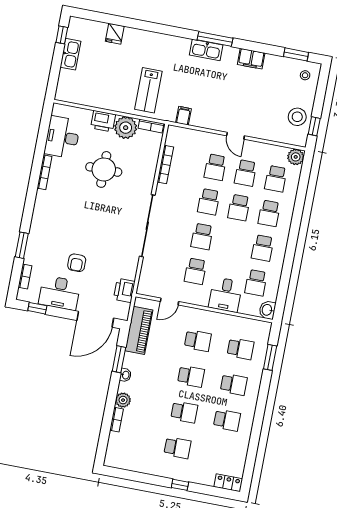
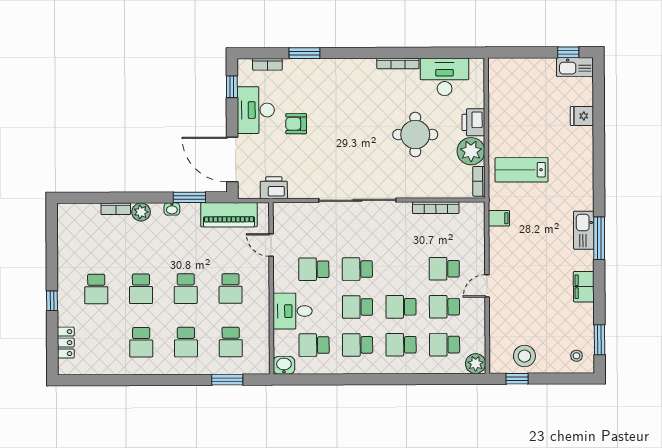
kitchen sink: (70, 54) -> (575, 67), moved
school desk: (209, 202) -> (357, 307), moved
locker: (228, 483) -> (66, 343), moved

